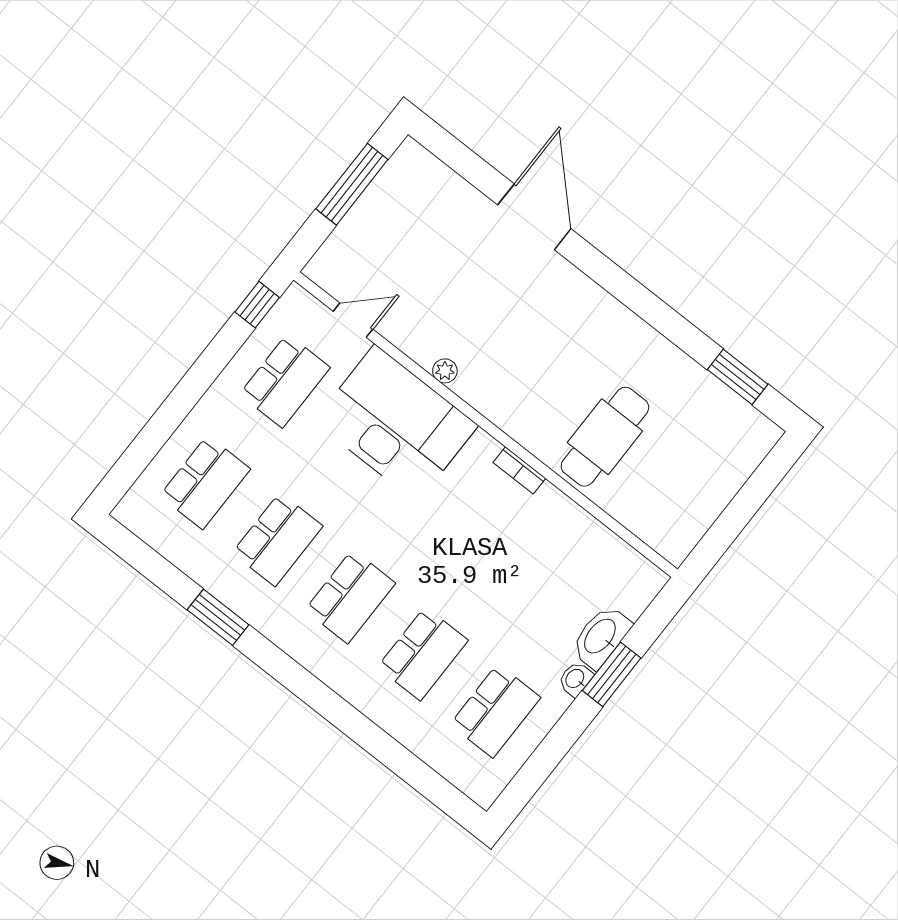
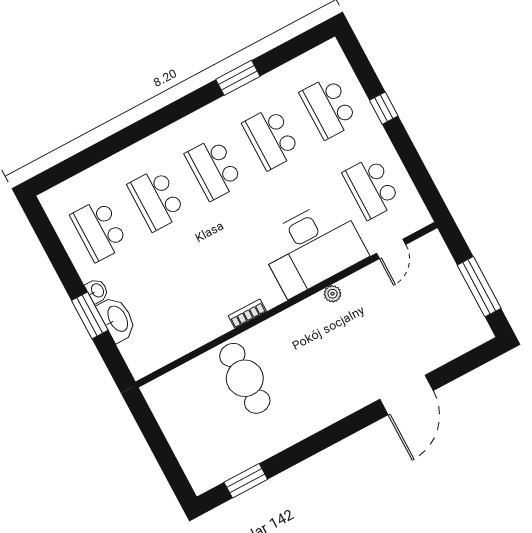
door: (534, 217) -> (407, 395), hinge flipped
window: (257, 305) -> (384, 108), moved

